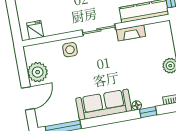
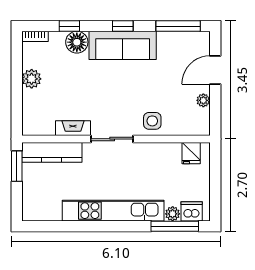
plant: (38, 72) -> (203, 100), width x0.53, depth x0.53
floor lamp: (137, 105) -> (77, 42), width x1.89, depth x1.89
window: (106, 120) -> (123, 26), added

